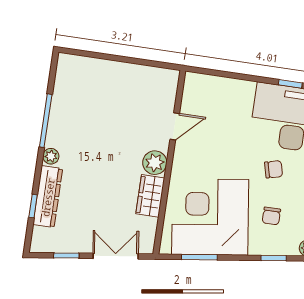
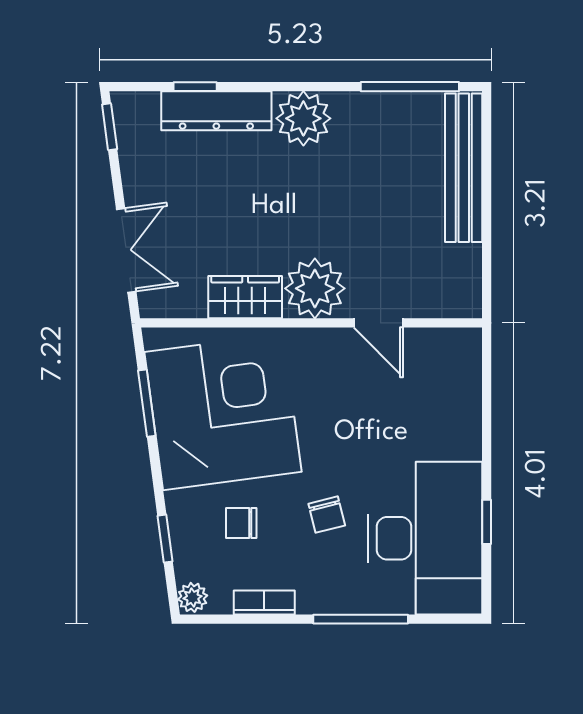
bench: (98, 68) -> (464, 168), added
window: (46, 121) -> (410, 87), moved
plant: (51, 156) -> (303, 118), width x1.87, depth x1.87
plant: (155, 163) -> (315, 288), width x1.36, depth x1.36
window: (66, 256) -> (110, 127), moved

